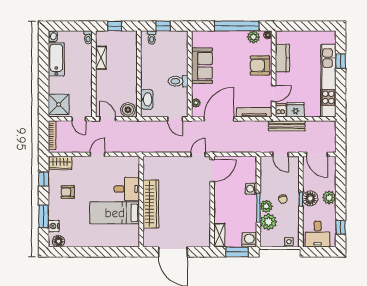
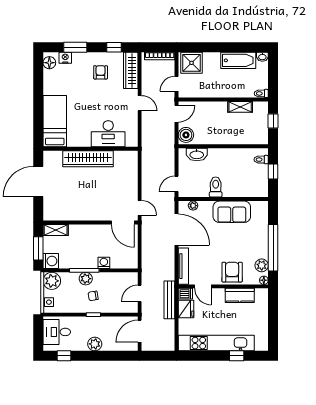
wardrobe: (60, 163) -> (131, 70), width x1.50
desk: (127, 189) -> (108, 134), width x1.37
floor lamp: (310, 198) -> (94, 324), removed
bed: (115, 213) -> (55, 121), moved
plant: (268, 222) -> (52, 281), moved

